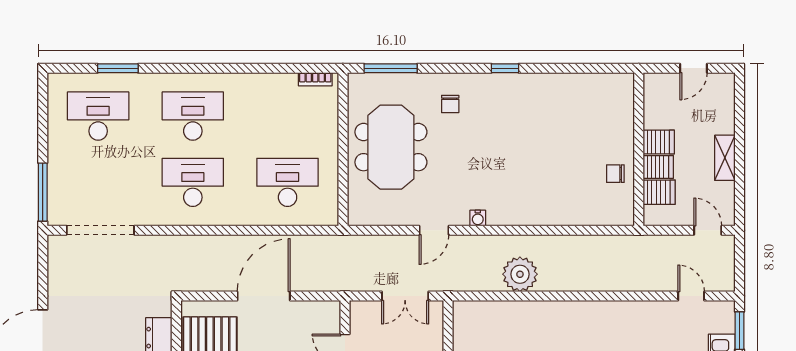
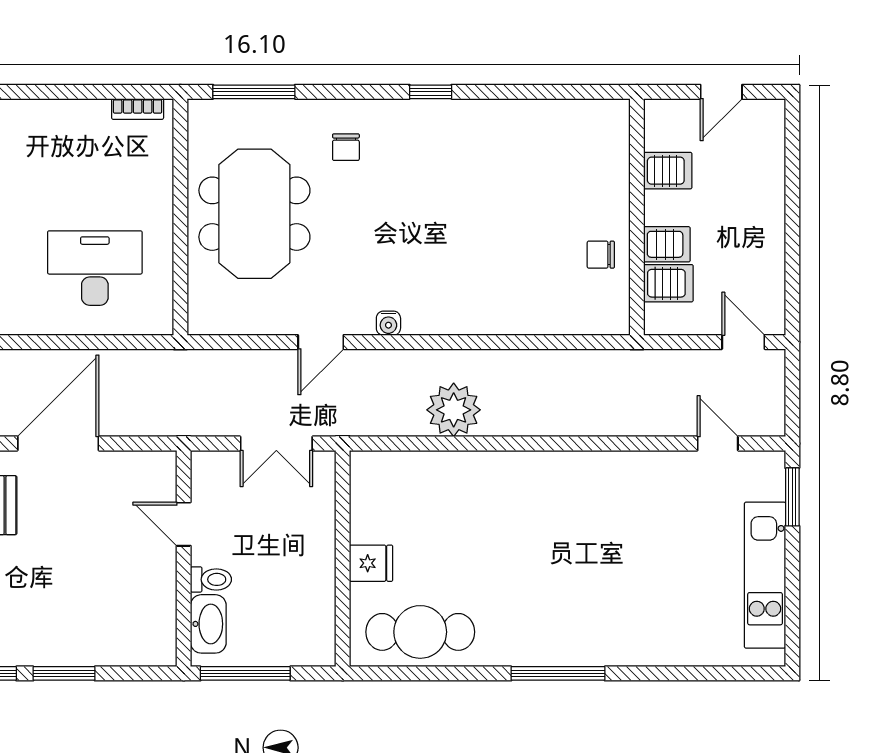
server rack: (659, 142) -> (668, 171), moved
shelving: (725, 158) -> (770, 230), removed

